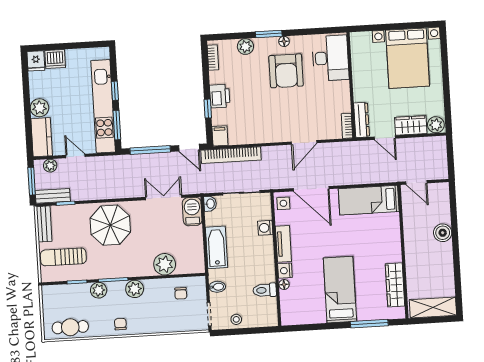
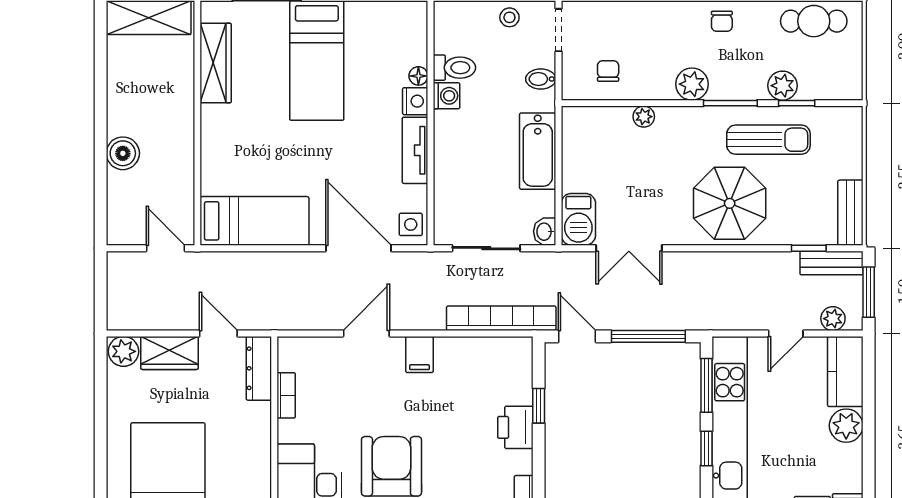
bookcase: (347, 126) -> (286, 395), moved
filing cabinet: (220, 136) -> (419, 354), moved
door: (75, 156) -> (786, 333), hinge flipped
washing machine: (265, 228) -> (447, 96), moved
sun lounger: (63, 257) -> (768, 140), moved
plant: (165, 264) -> (644, 117), width x0.53, depth x0.53
plant: (99, 290) -> (783, 86), moved

